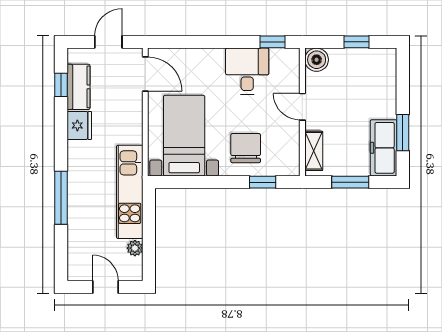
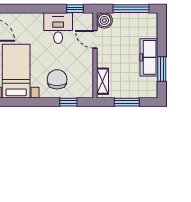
window: (357, 42) -> (131, 9), width x2.17
door: (302, 107) -> (95, 39), moved
freezer: (384, 148) -> (149, 57), moved

